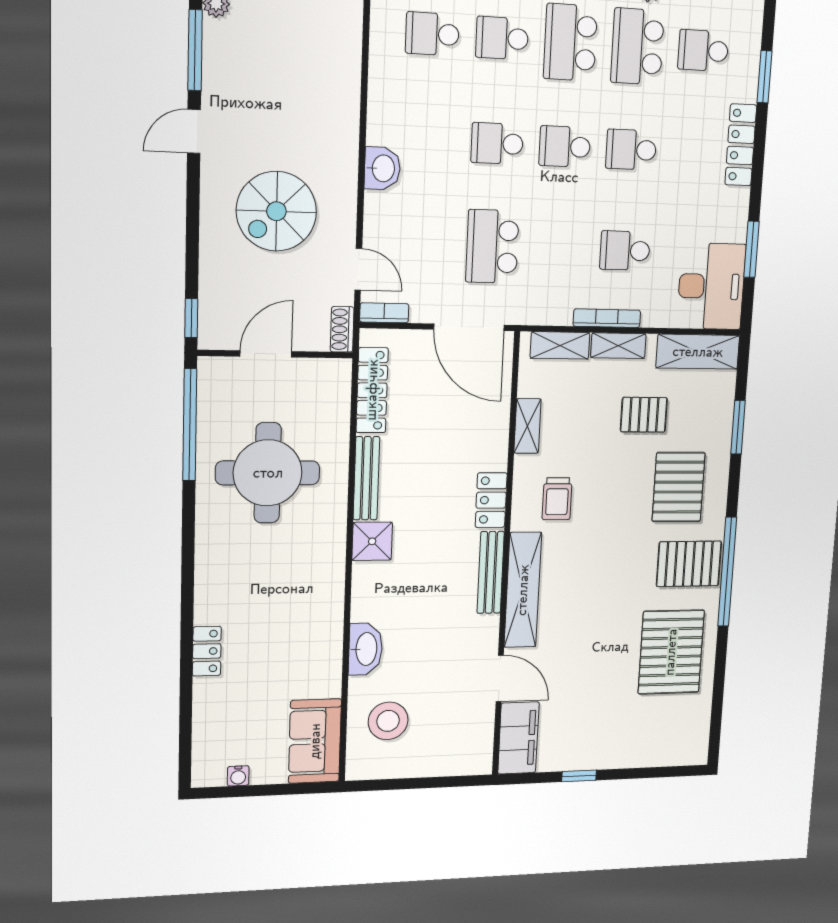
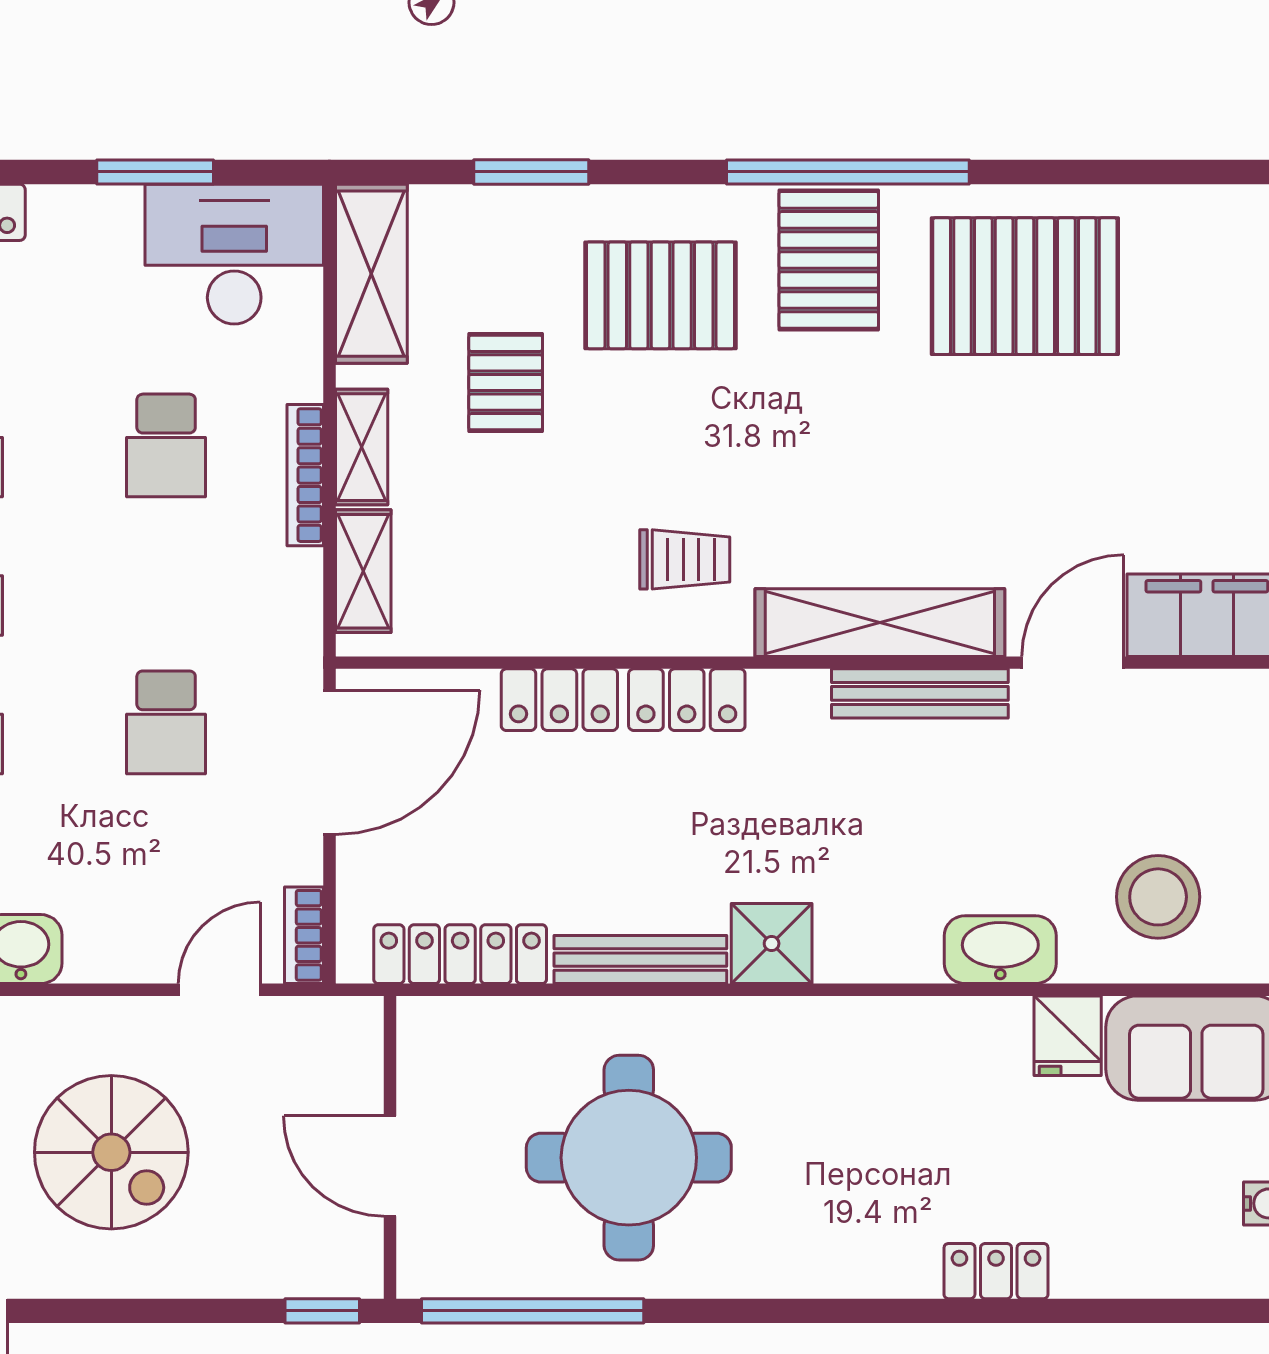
school desk: (492, 246) -> (166, 722), width x0.54
shoe rack: (342, 329) -> (339, 1018), removed
shelving: (527, 426) -> (531, 631), removed
locker: (494, 439) -> (559, 700), added
bench: (491, 572) -> (920, 693), moved
fridge: (323, 681) -> (1068, 1036), added

